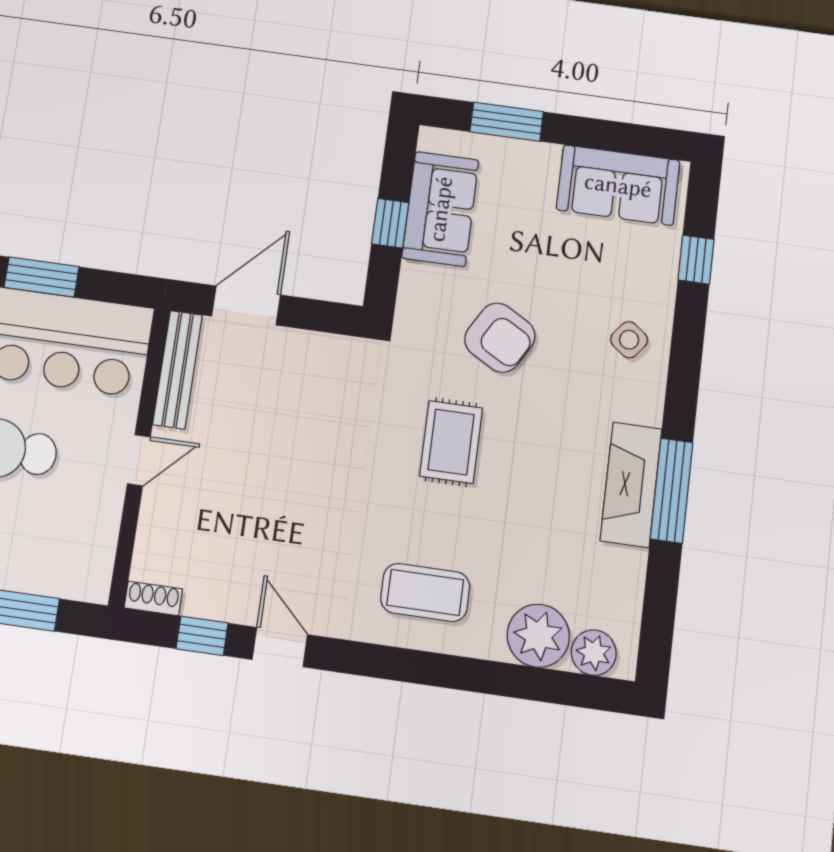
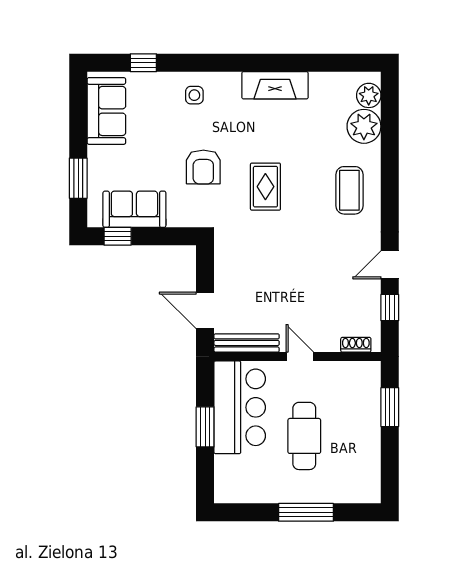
window: (390, 223) -> (118, 236), moved
armchair: (500, 338) -> (203, 167), turned 150
side table: (629, 340) -> (194, 95), turned -38
rug: (451, 442) -> (265, 187), turned 90
window: (672, 491) -> (275, 63), removed
shoe rack: (153, 598) -> (356, 345), moved, turned 90

